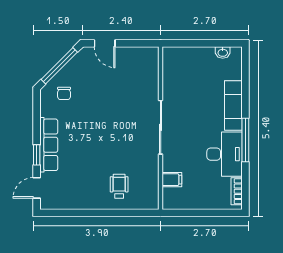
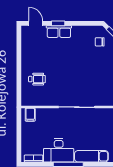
row of seats: (49, 145) -> (59, 32), width x0.68
filing cabinet: (172, 180) -> (30, 115), moved

